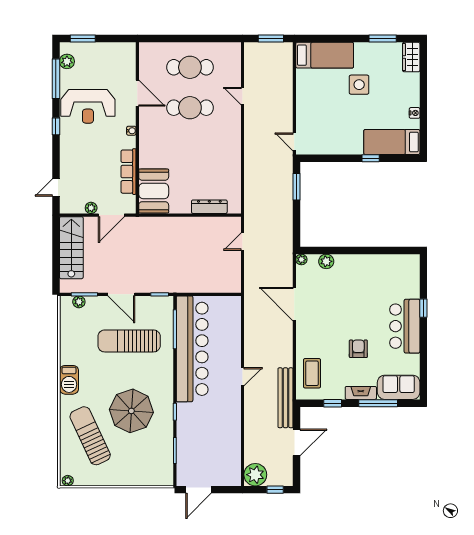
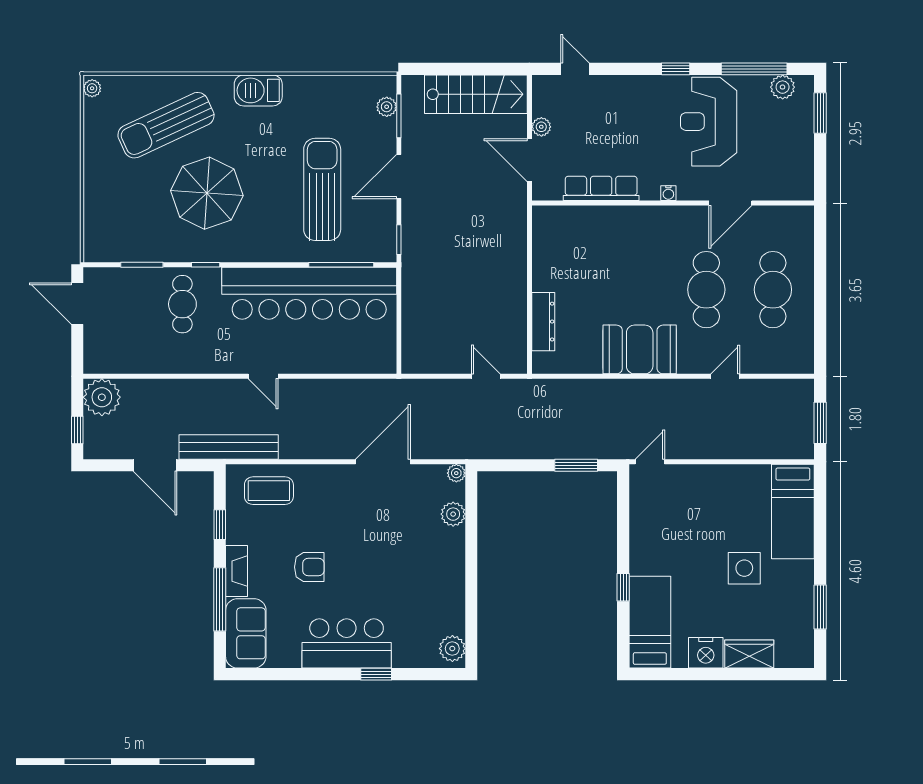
wardrobe: (411, 57) -> (749, 654), moved
nightstand: (415, 113) -> (706, 653), width x1.89, depth x1.79
booth: (154, 191) -> (640, 349), moved
plant: (408, 262) -> (452, 649), added
cafe table: (199, 426) -> (182, 304), added
sun lounger: (90, 436) -> (166, 125), turned 180

